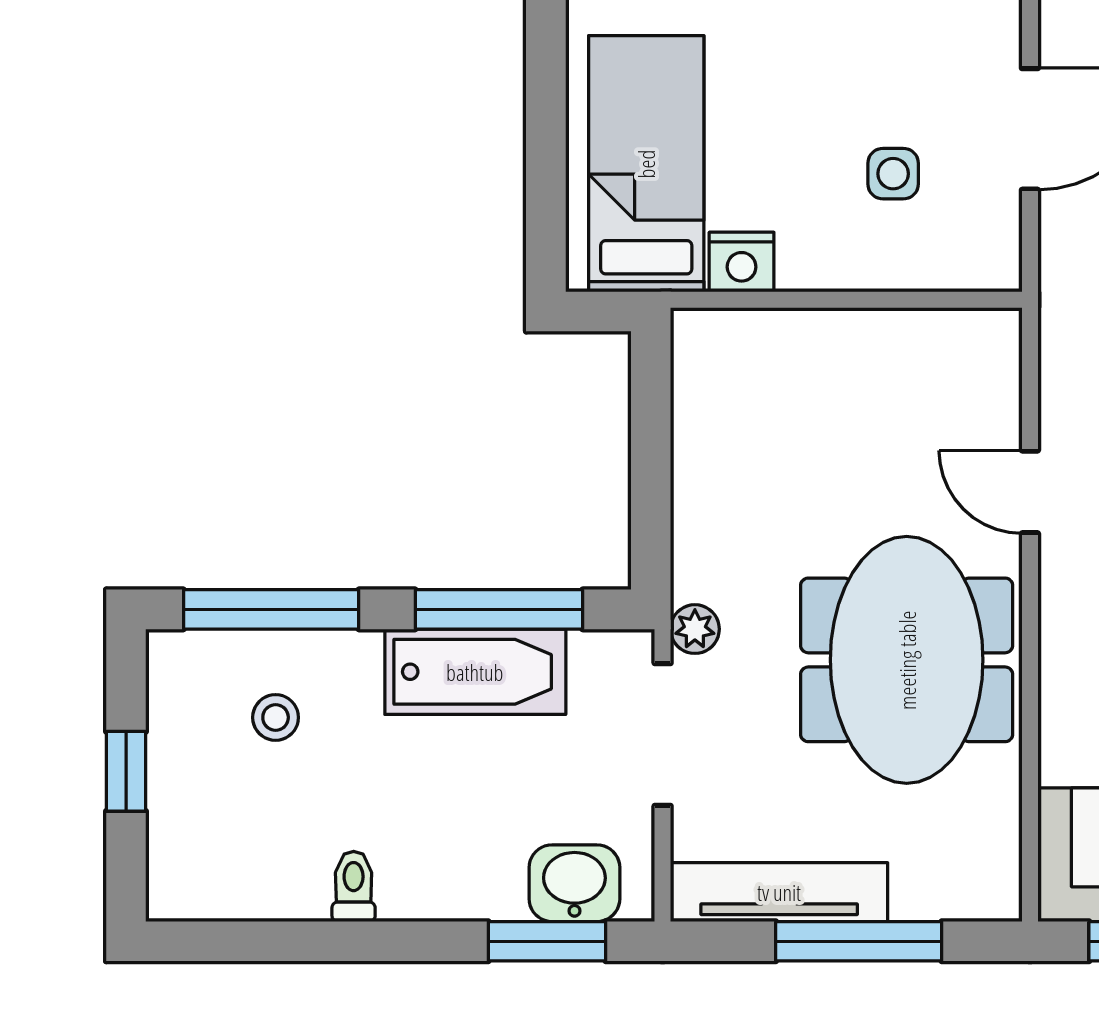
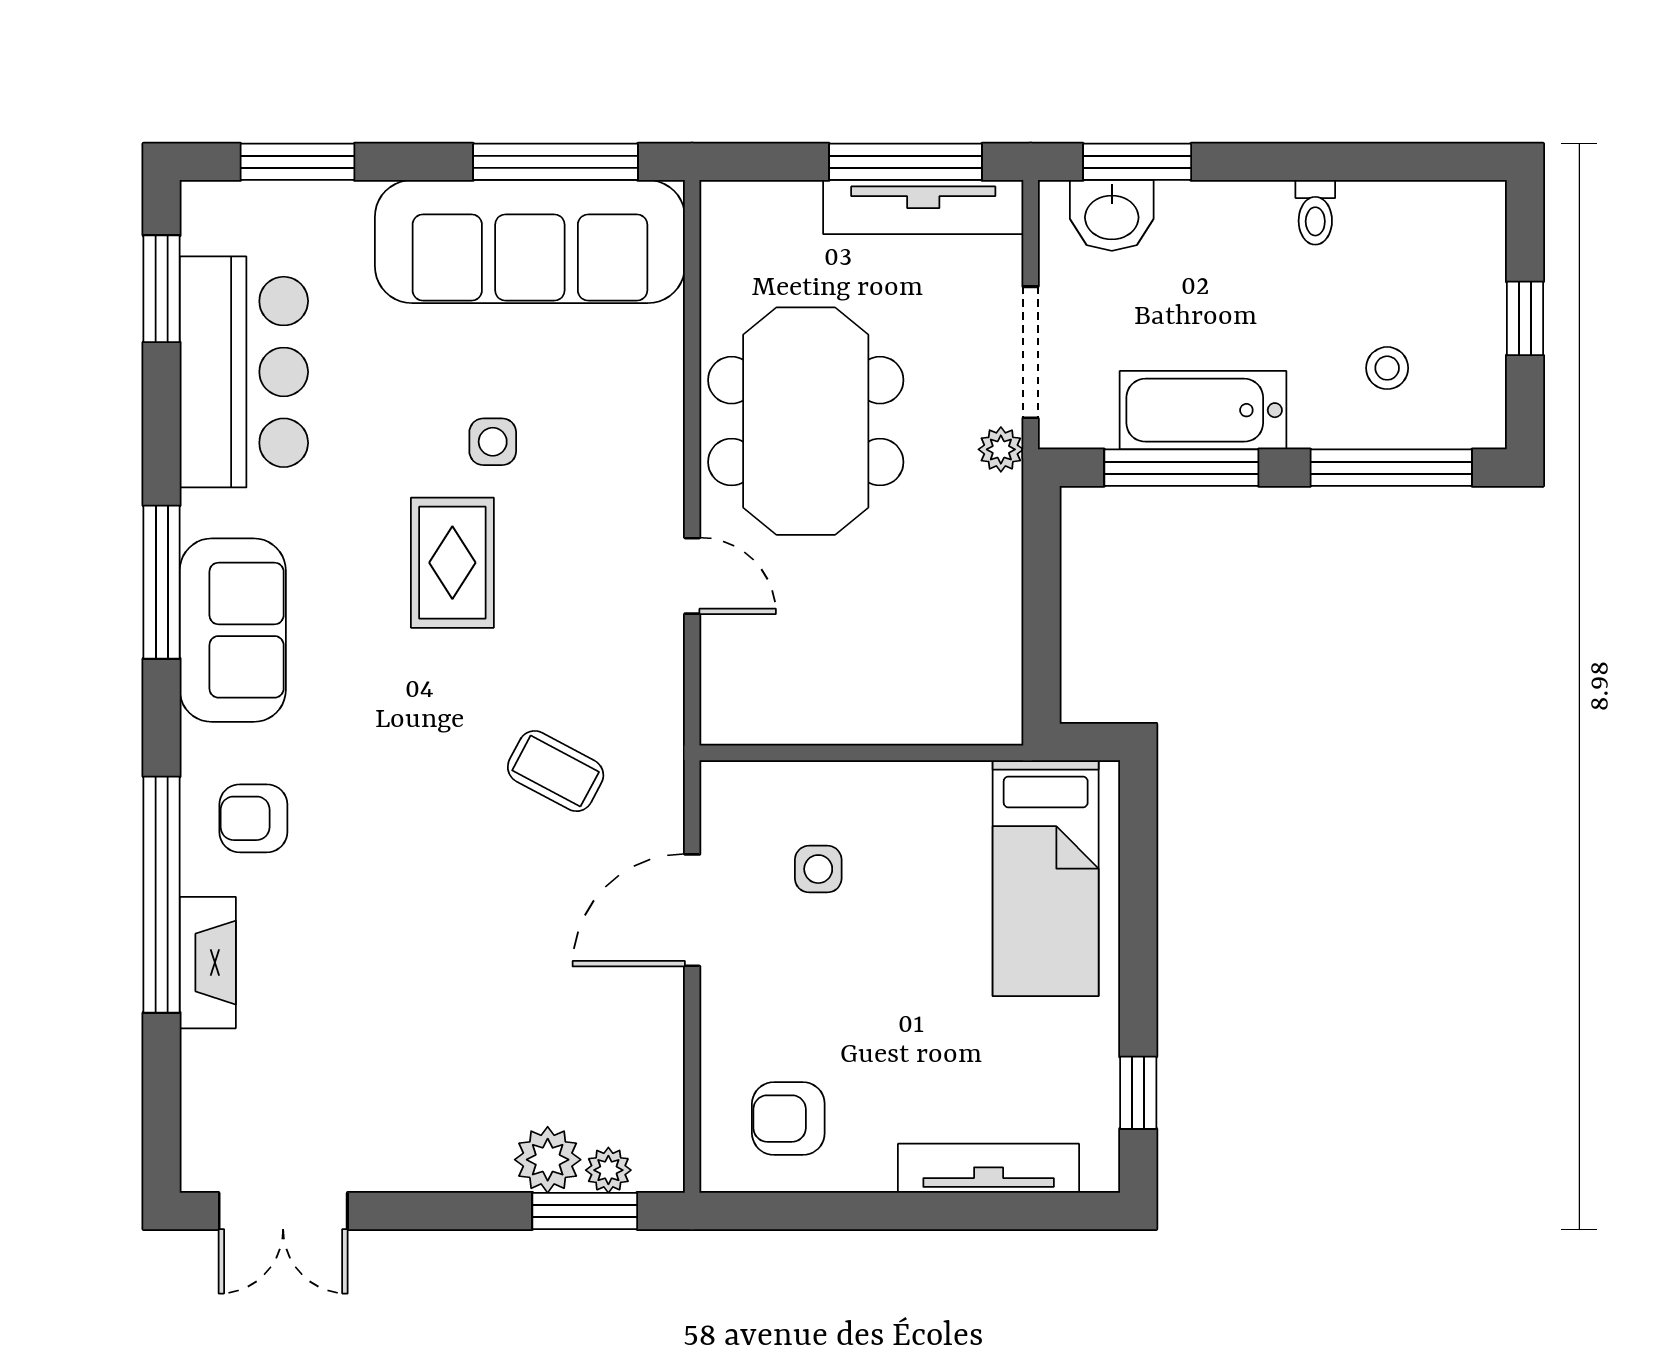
nightstand: (742, 262) -> (958, 788), removed
window: (859, 941) -> (905, 162), moved

